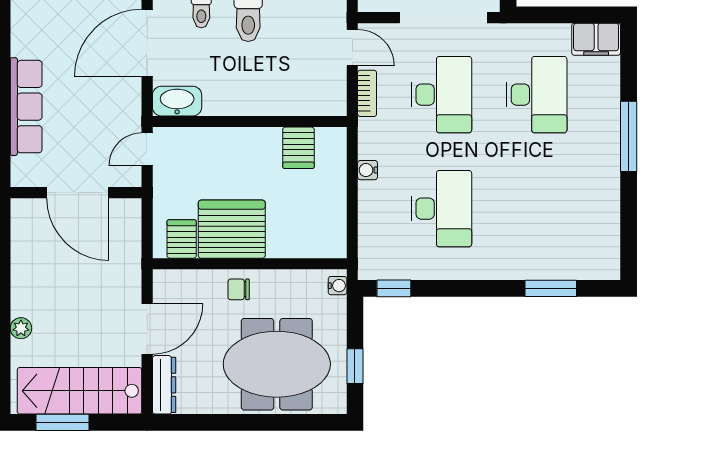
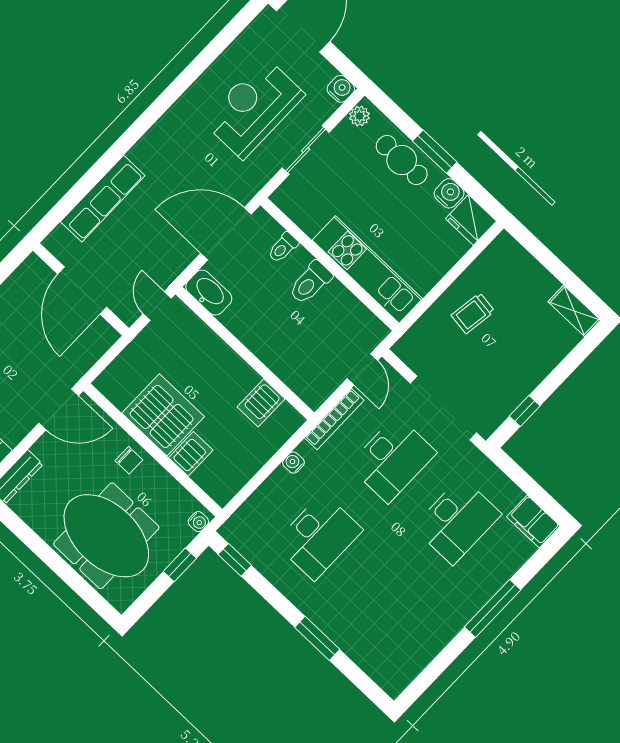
bookcase: (367, 93) -> (334, 419), width x1.56
door: (147, 149) -> (157, 306), hinge flipped
server rack: (182, 239) -> (191, 454), moved
window: (551, 288) -> (317, 638), moved
chair: (239, 289) -> (129, 460), turned 180
door: (147, 329) -> (59, 409), moved
window: (355, 366) -> (180, 565), moved

